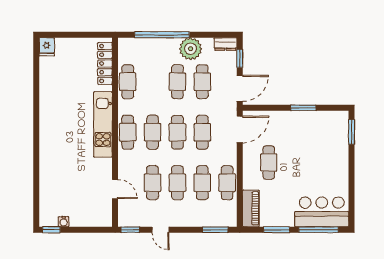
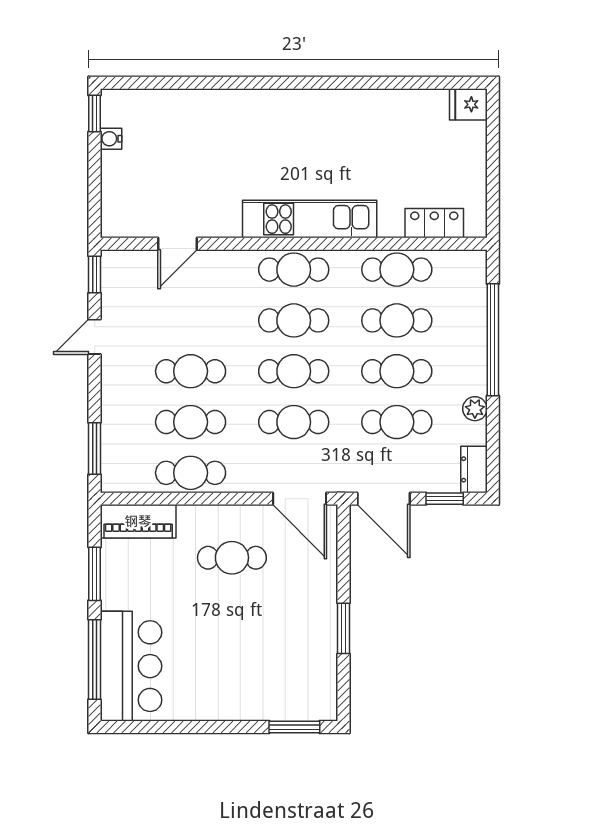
plant: (191, 49) -> (475, 409), width x0.53, depth x0.53
locker: (105, 63) -> (434, 223), width x0.66
cafe table: (153, 183) -> (397, 320), moved

